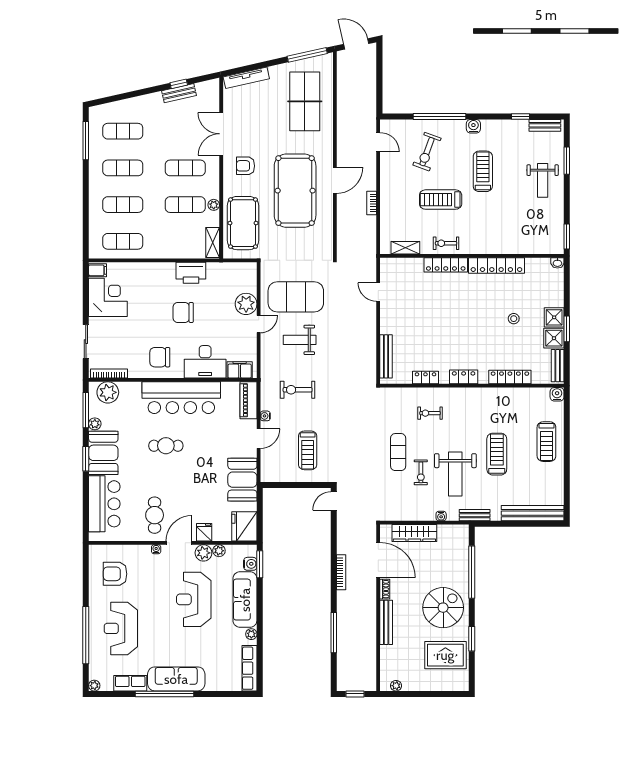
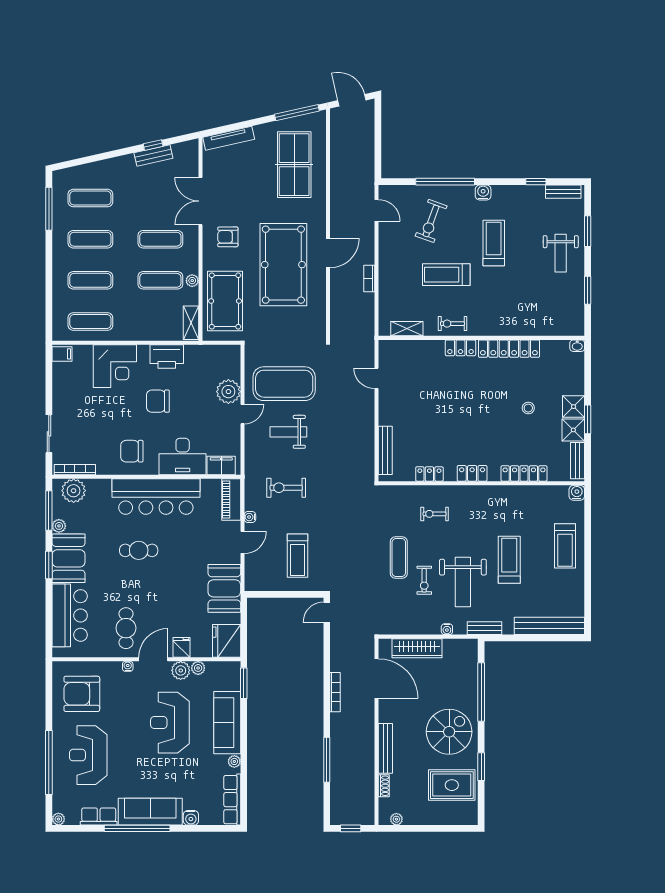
window: (567, 236) -> (588, 290), moved
locker: (446, 265) -> (460, 348), width x0.66
corner desk: (108, 297) -> (115, 366), moved, turned 90
water cooler: (250, 564) -> (191, 818), moved, turned 90
armchair: (115, 574) -> (82, 694), width x1.36, depth x1.36
shoe rack: (385, 589) -> (384, 786), moved

